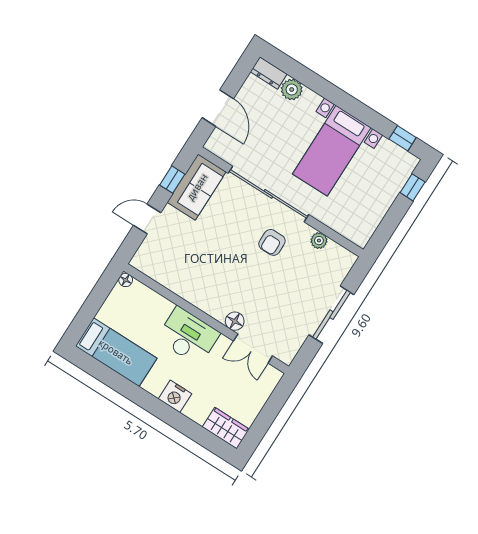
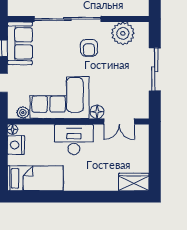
plant: (319, 241) -> (123, 33), width x1.88, depth x1.88
plant: (150, 268) -> (23, 113), added
corner sofa: (202, 278) -> (60, 98), added
nightstand: (175, 396) -> (16, 145), moved, turned 90

